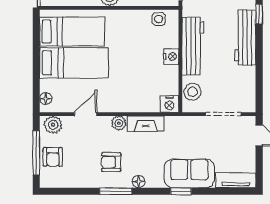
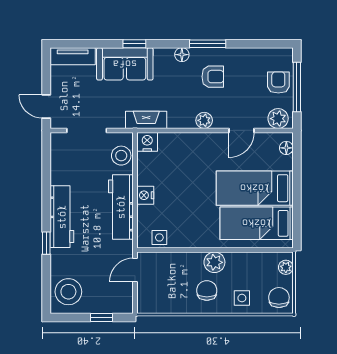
fireplace: (146, 124) -> (146, 120), moved

